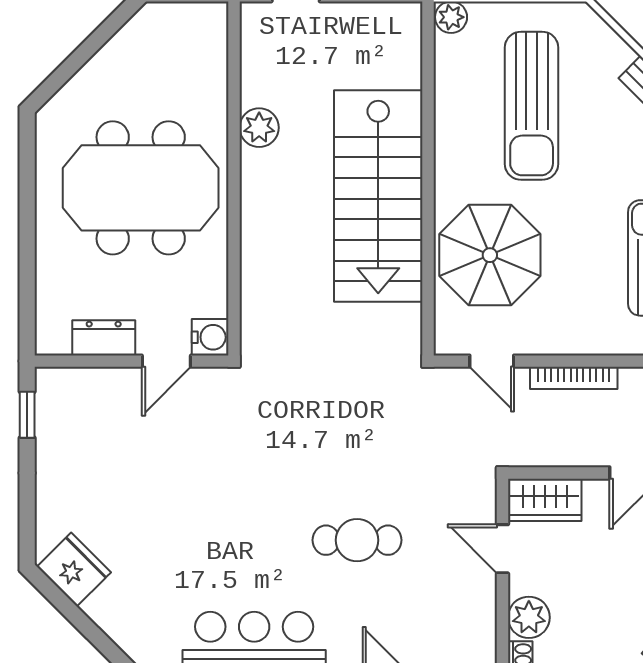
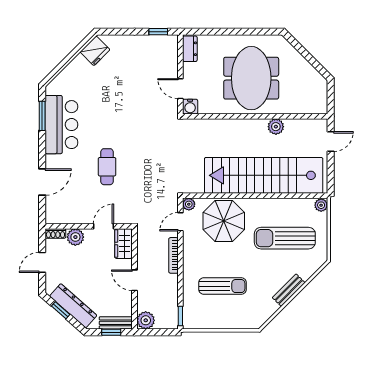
stairs: (378, 196) -> (264, 175), width x1.36
dresser: (104, 338) -> (190, 49), moved
plant: (449, 340) -> (189, 204), added

